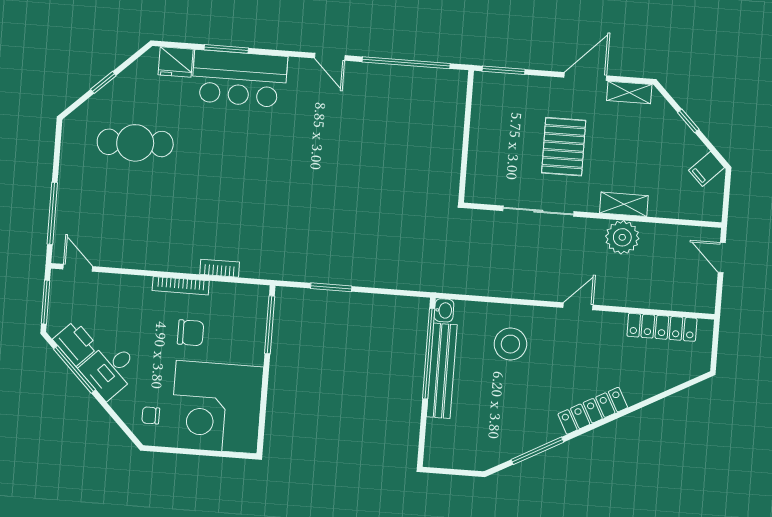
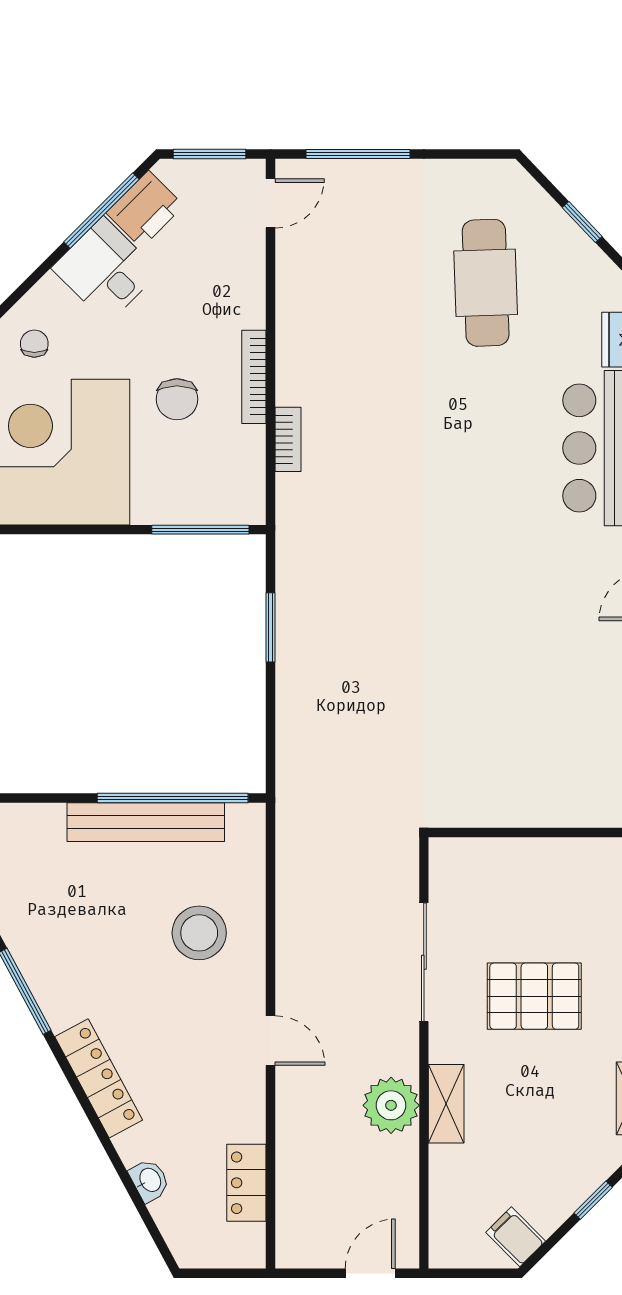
washbasin: (444, 310) -> (149, 1180), moved, turned -118
locker: (662, 327) -> (246, 1183), width x0.66

